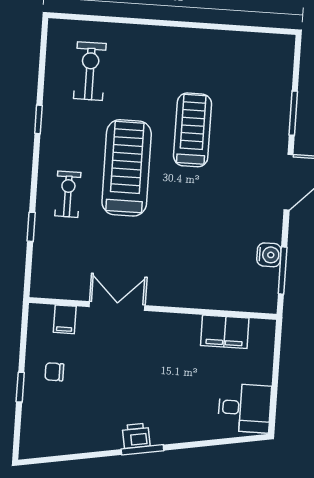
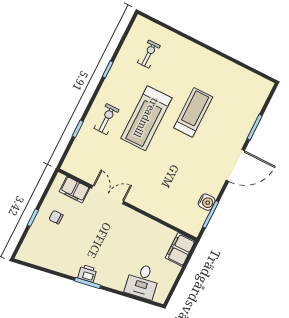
exercise bike: (90, 71) -> (149, 54), width x0.73, depth x0.72
treadmill: (127, 168) -> (146, 118), turned 180
filing cabinet: (65, 319) -> (75, 190), width x2.00
filing cabinet: (225, 332) -> (180, 249), moved, turned 90
desk: (245, 408) -> (142, 281), moved, turned 80

